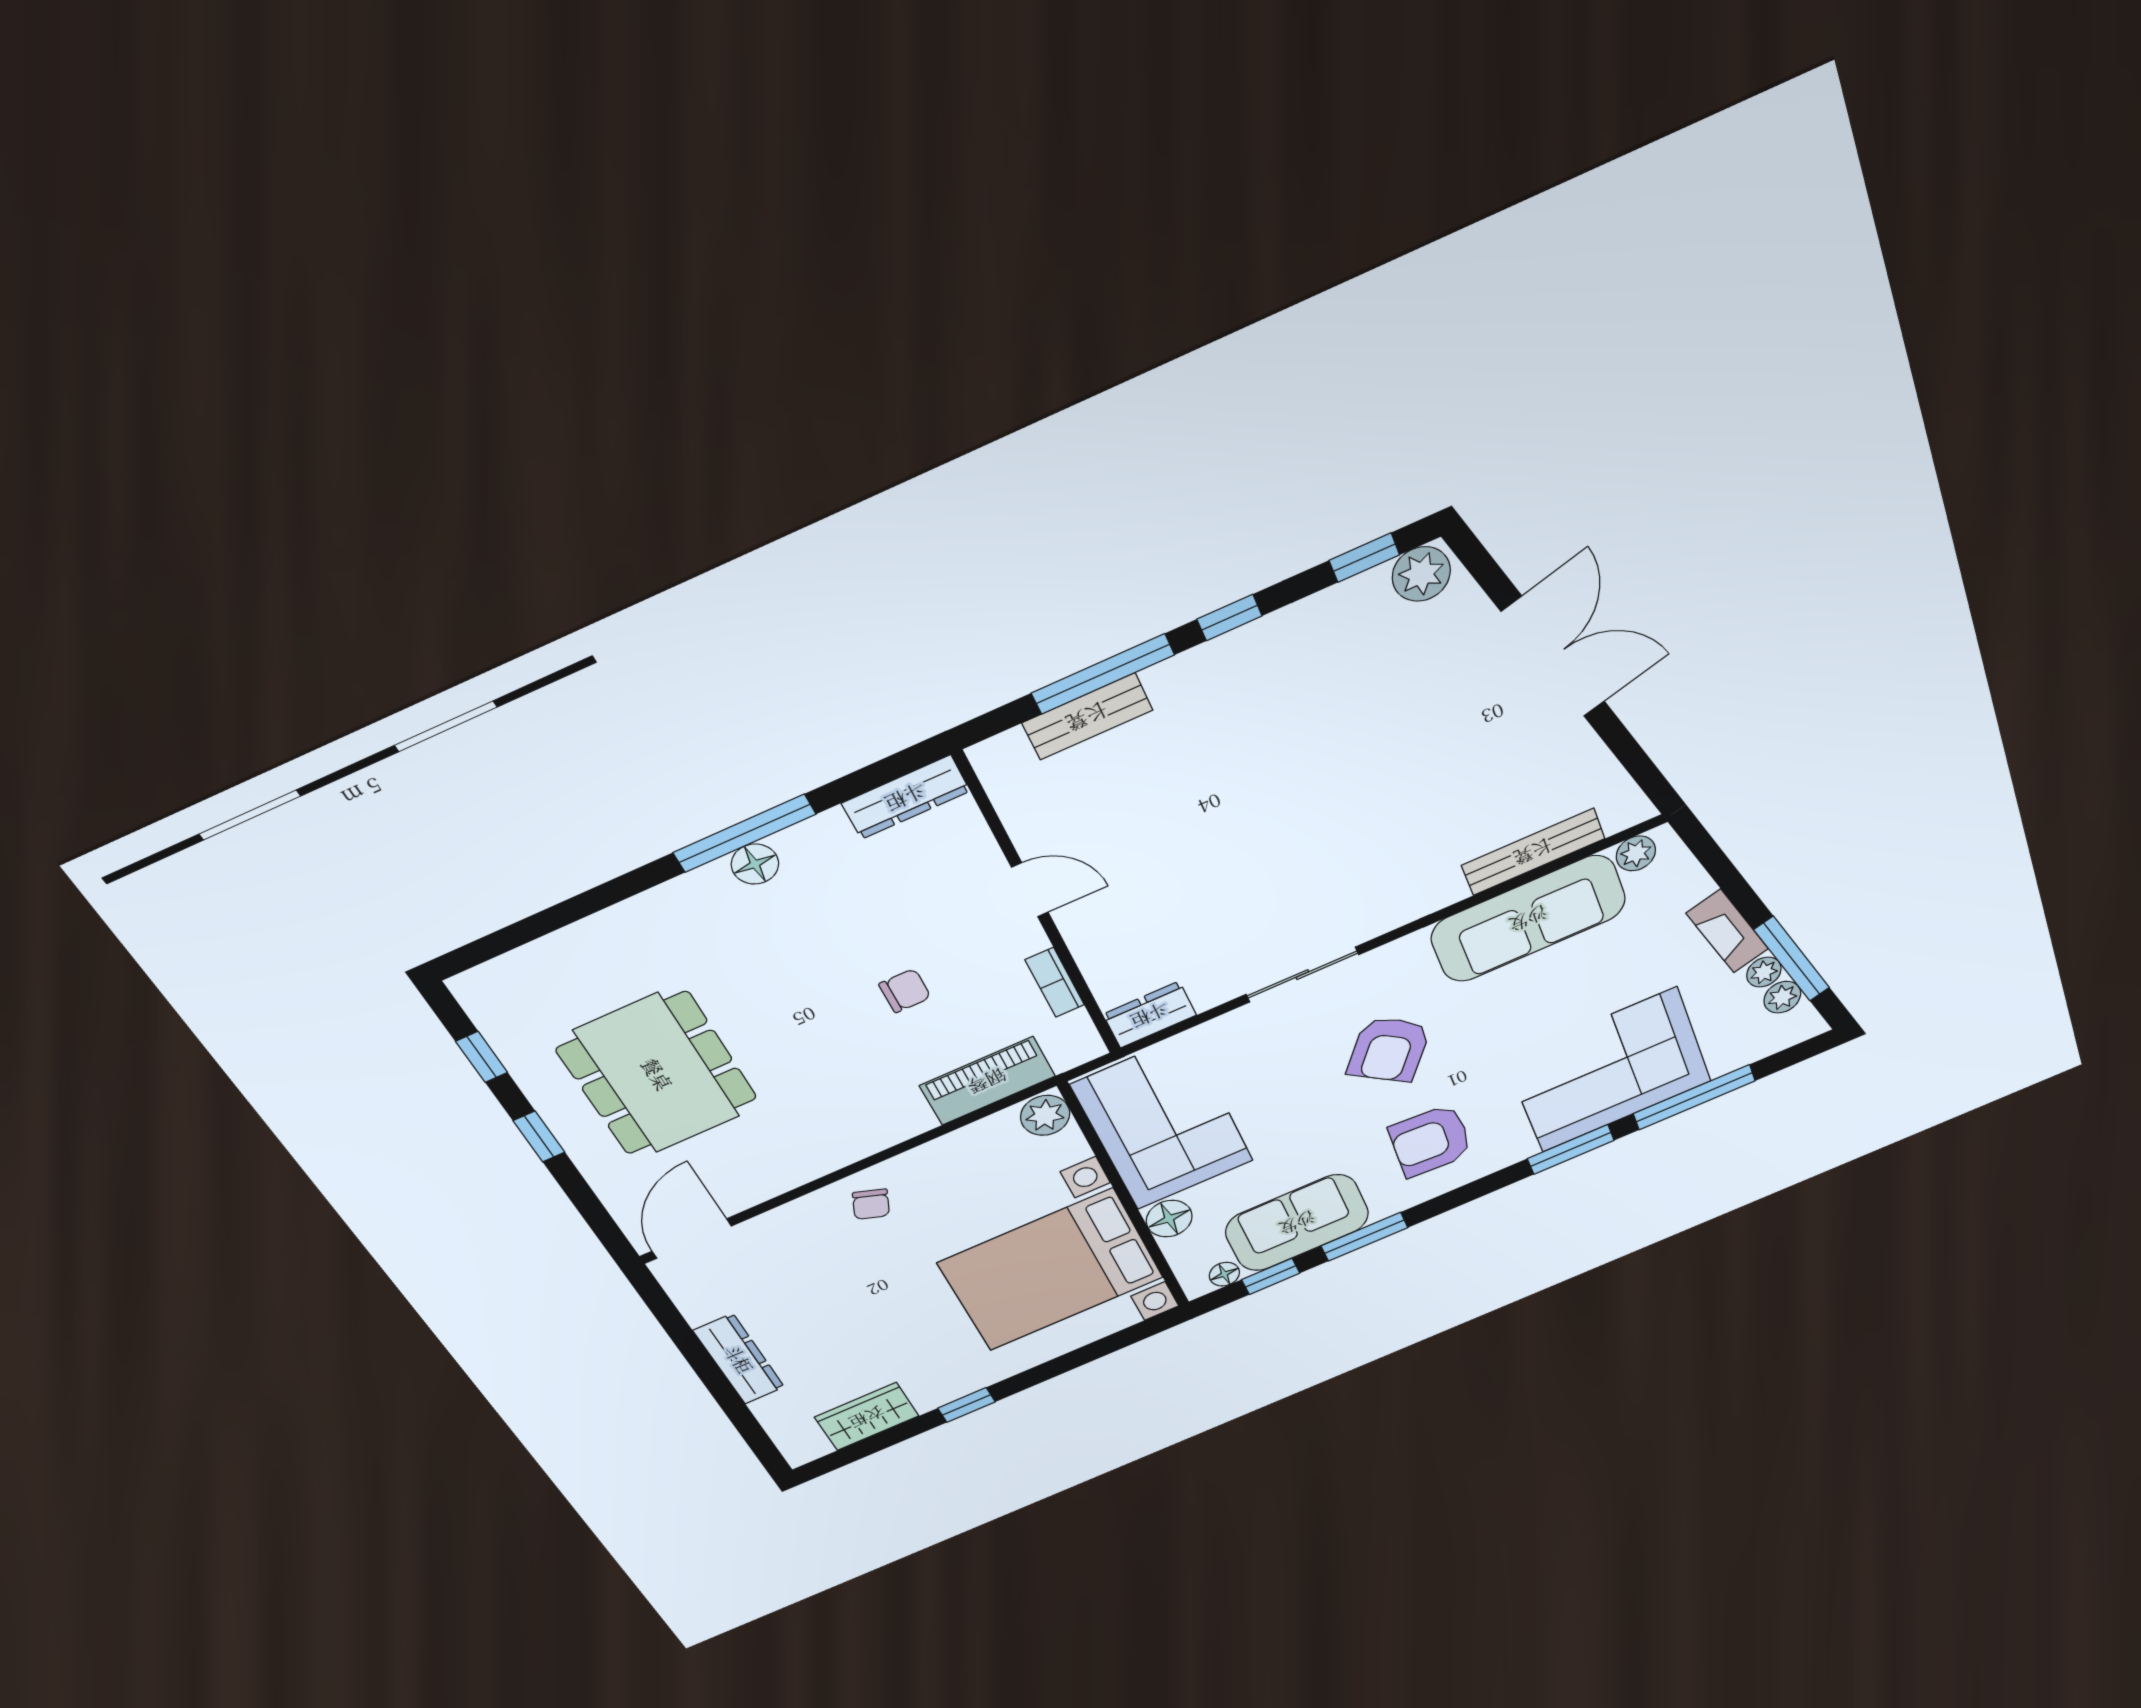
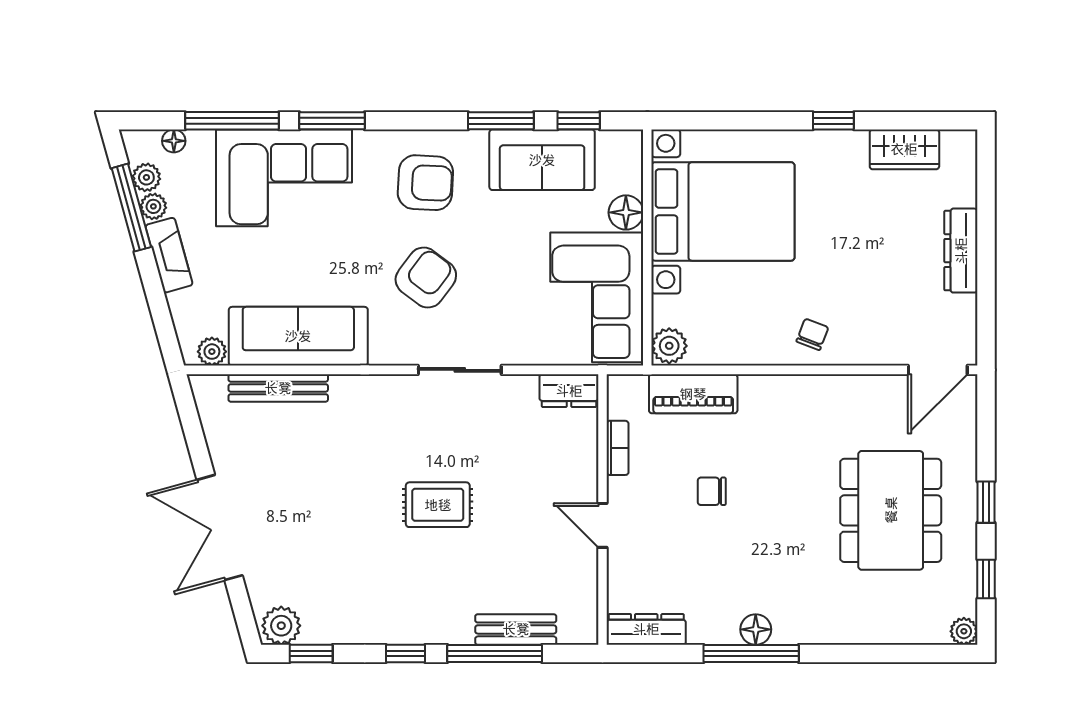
rug: (1264, 815) -> (438, 505), added
plant: (471, 987) -> (964, 631), added
floor lamp: (1224, 1274) -> (174, 141), moved

